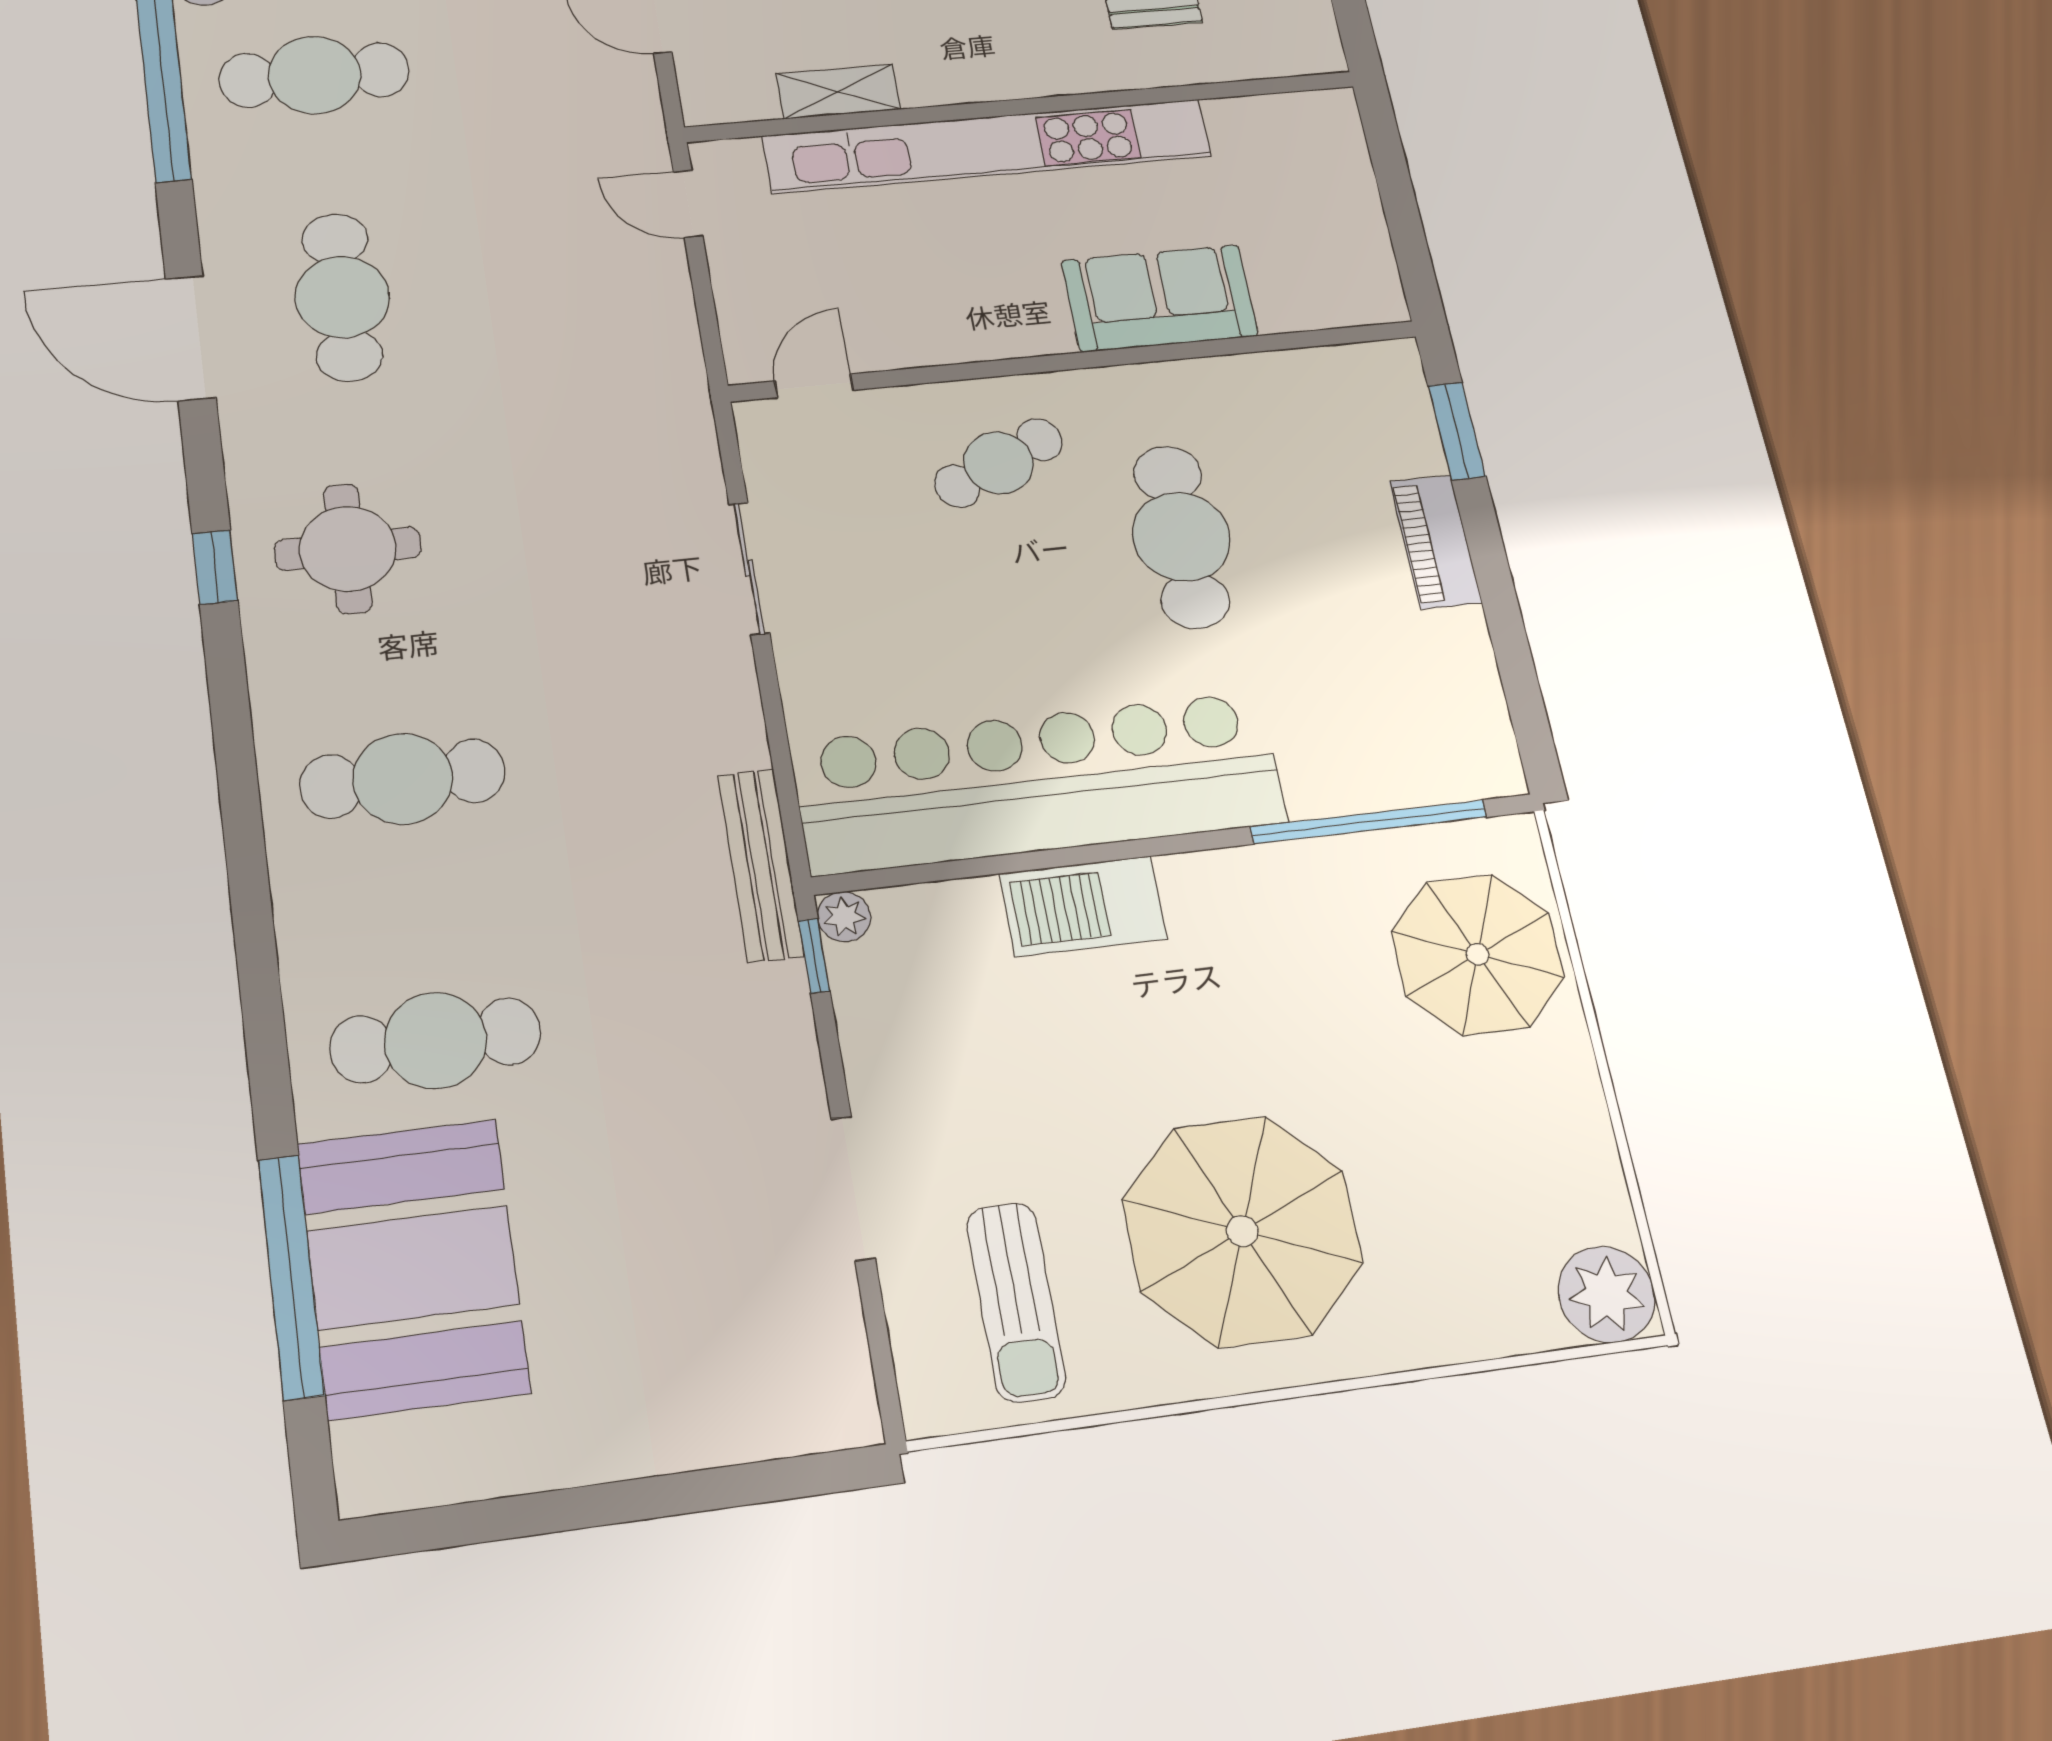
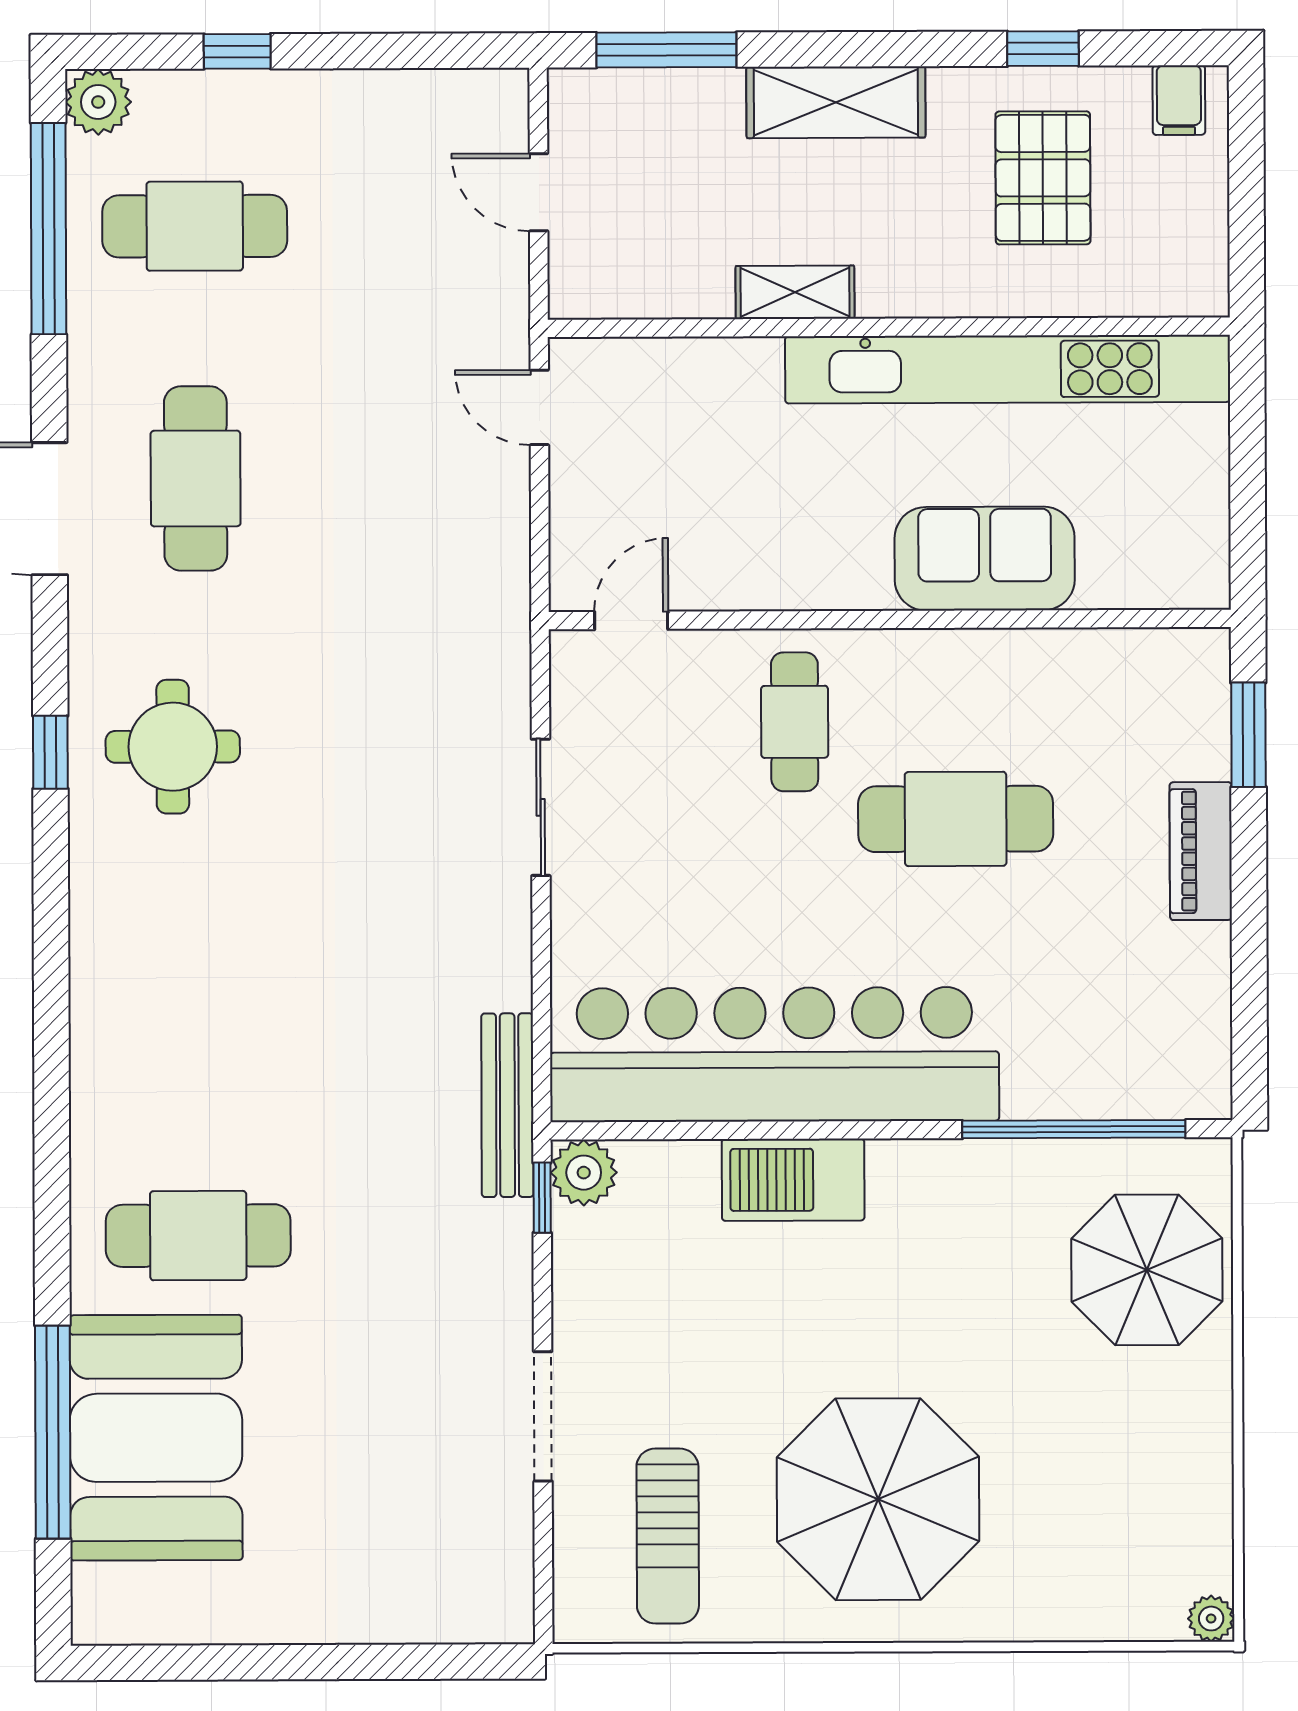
shelving: (838, 92) -> (795, 292), moved
kitchen unit: (988, 146) -> (1008, 369), moved
cafe table: (999, 463) -> (795, 722), turned -65
cafe table: (1181, 537) -> (956, 819), turned 90
cafe table: (403, 779) -> (197, 983), removed
plant: (844, 917) -> (584, 1173), width x1.38, depth x1.38
plant: (1607, 1294) -> (1211, 1619), width x0.53, depth x0.53

